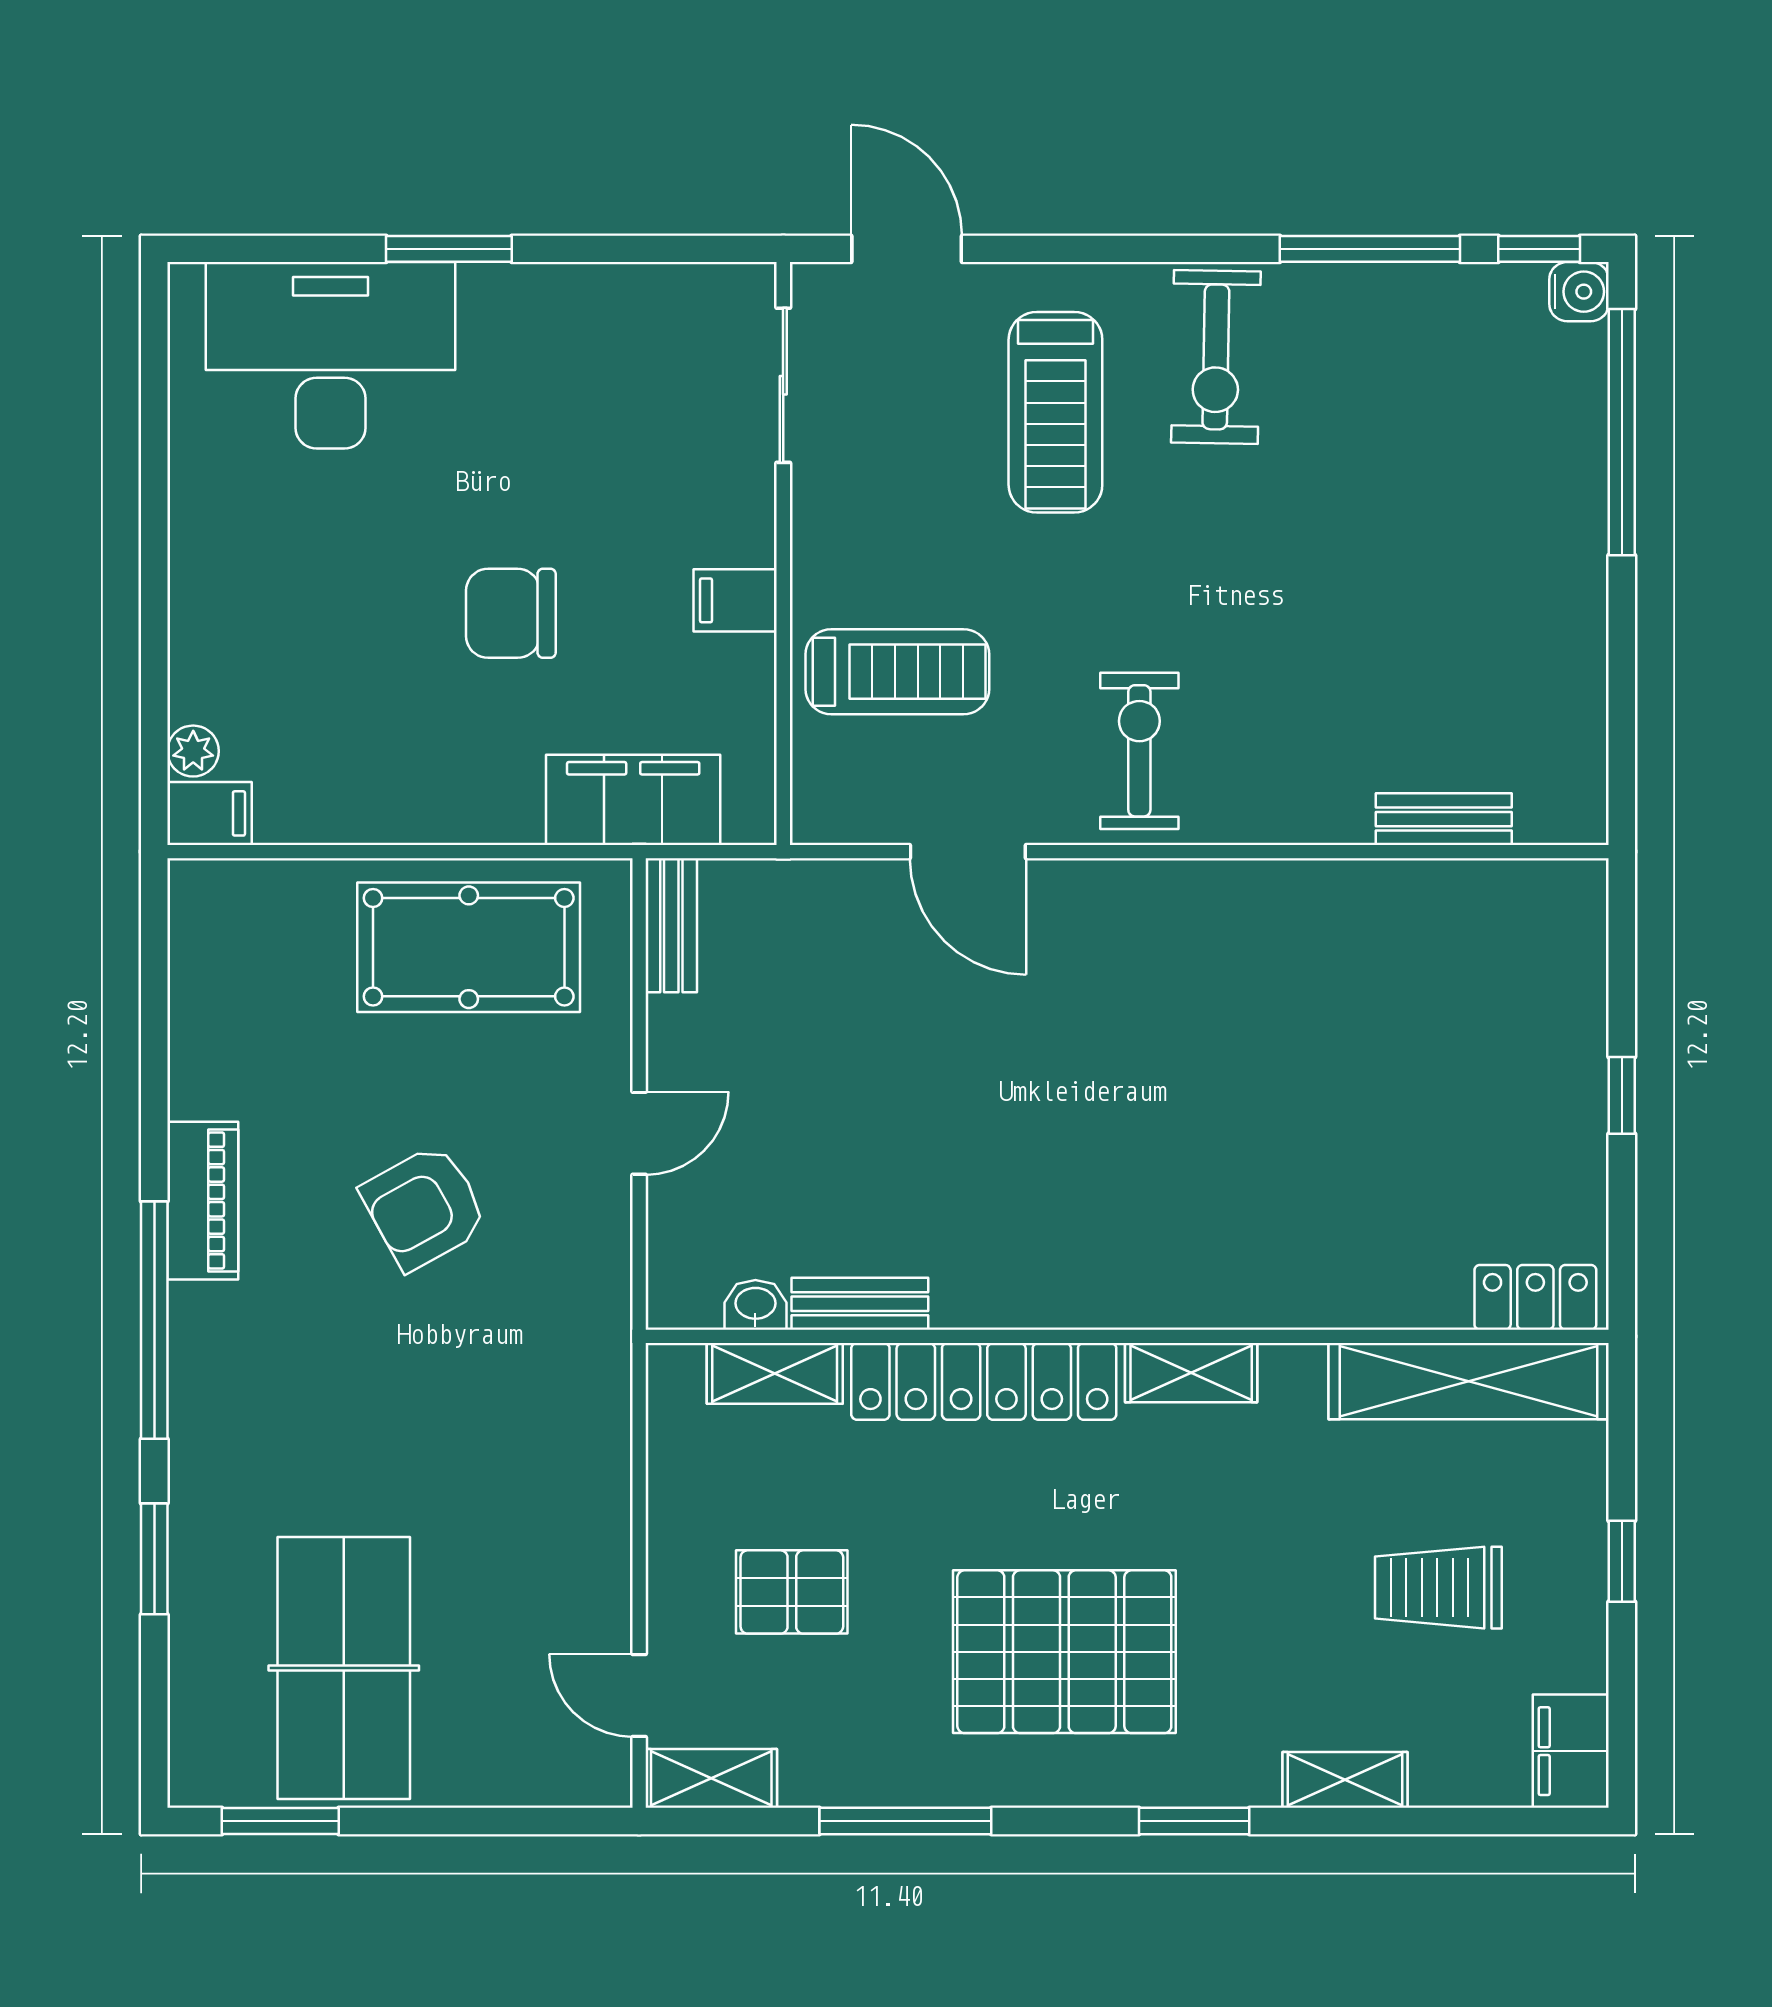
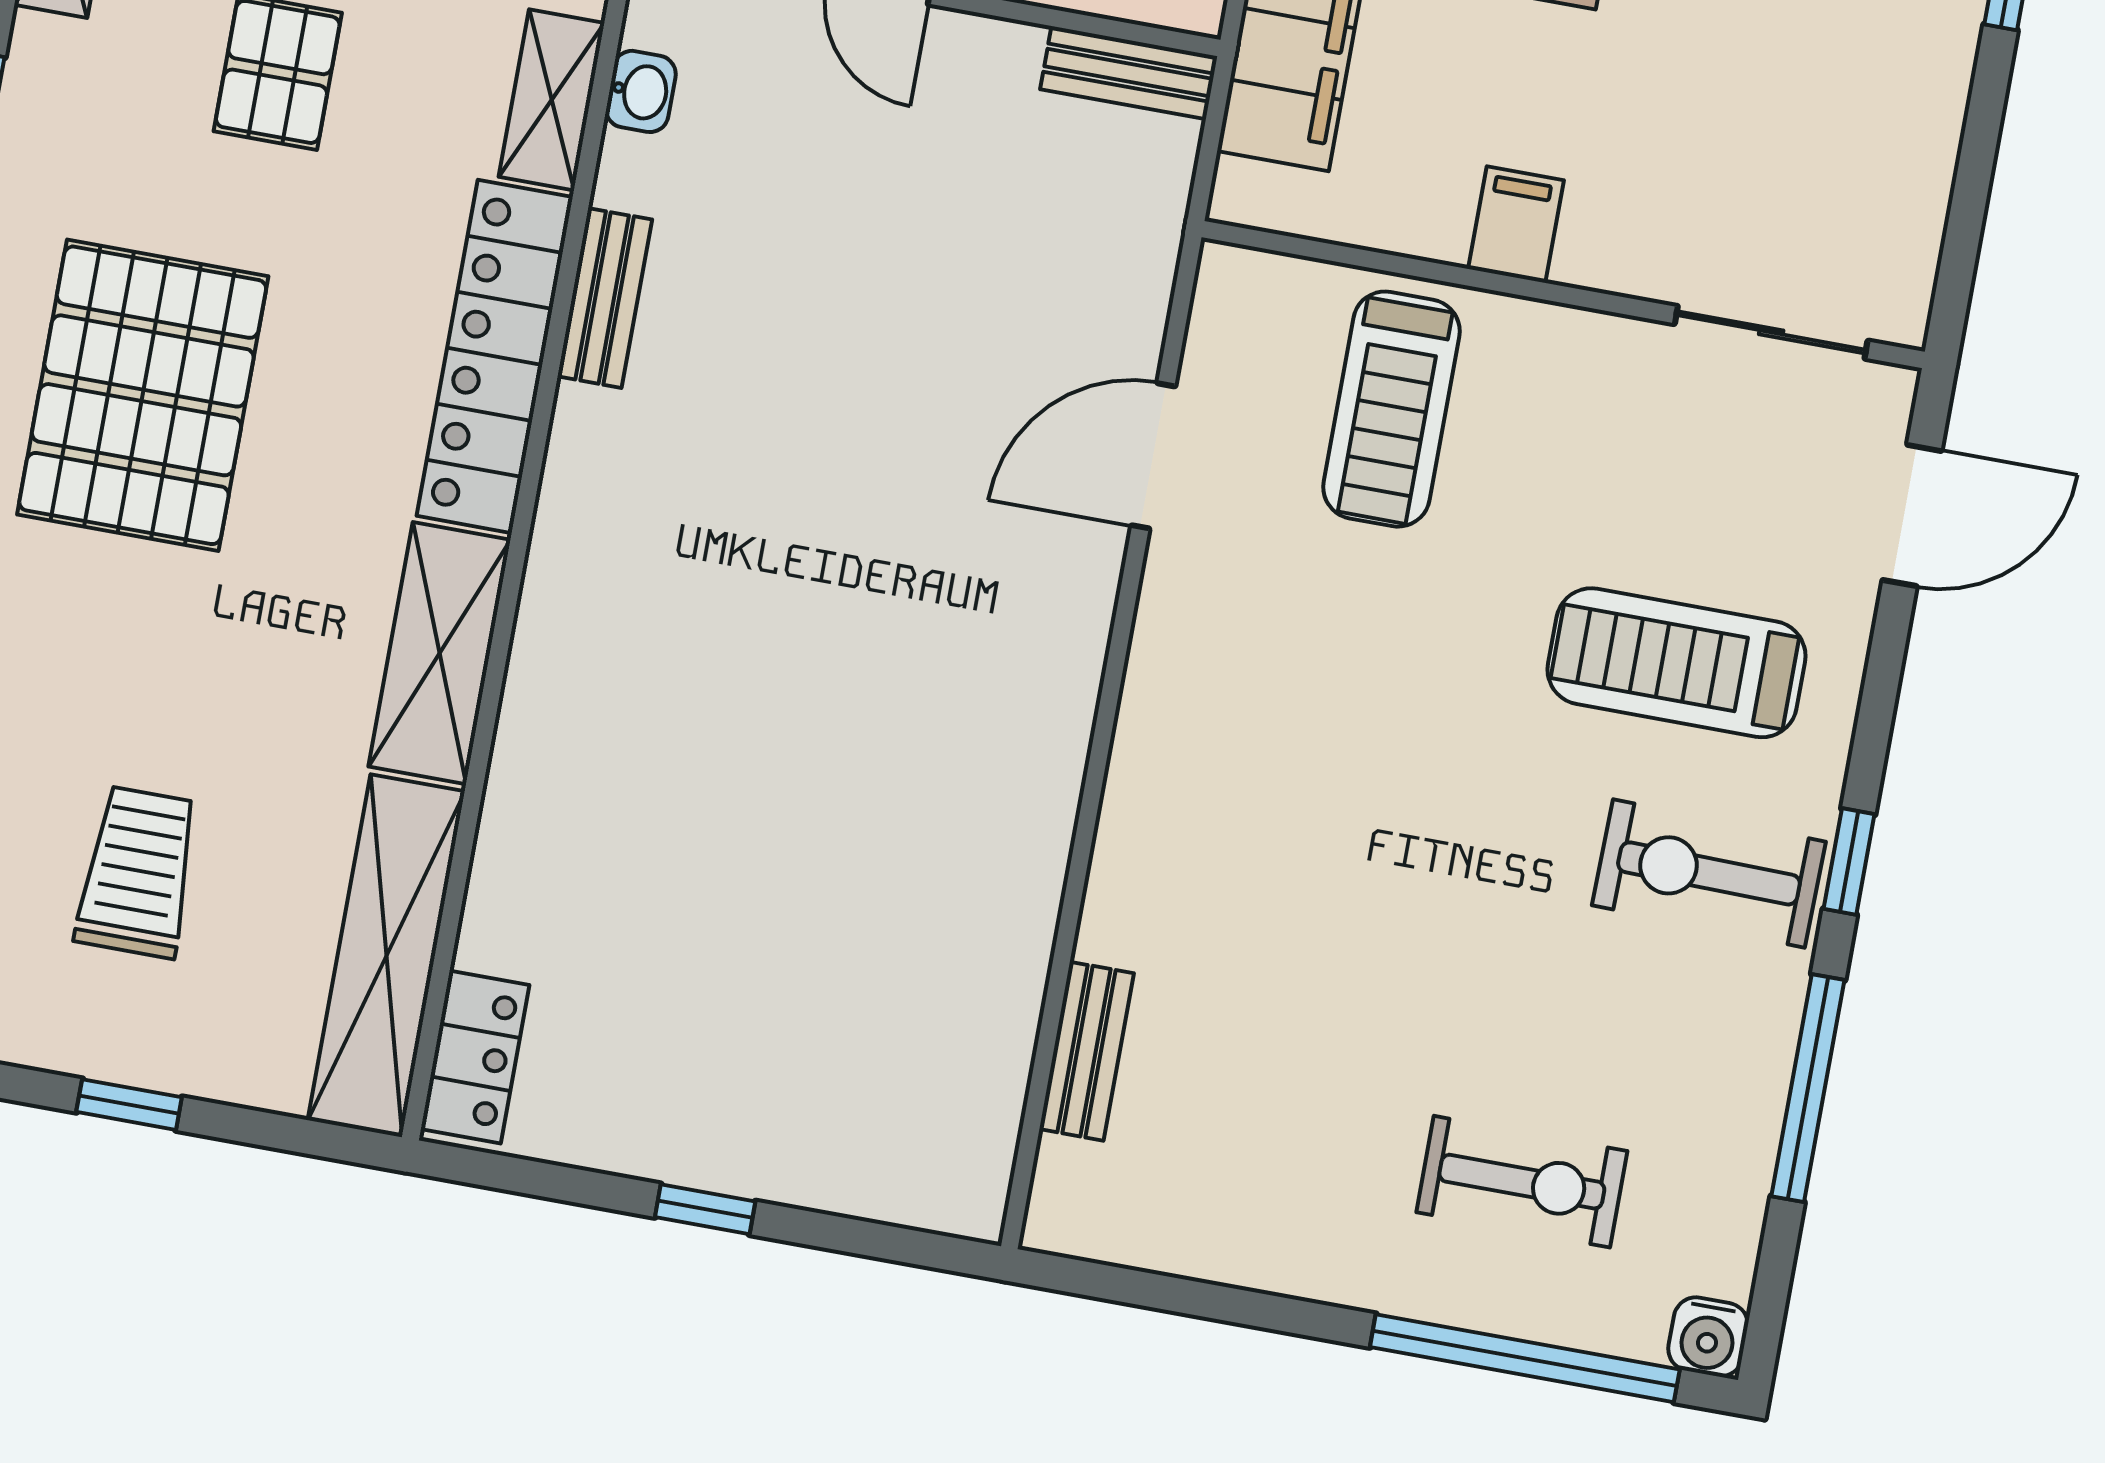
window: (1539, 249) -> (1849, 862), moved
exercise bike: (1139, 751) -> (1522, 1182), moved
bench: (860, 1304) -> (605, 298), moved
shelving: (1191, 1373) -> (440, 653), width x1.50, depth x1.33

